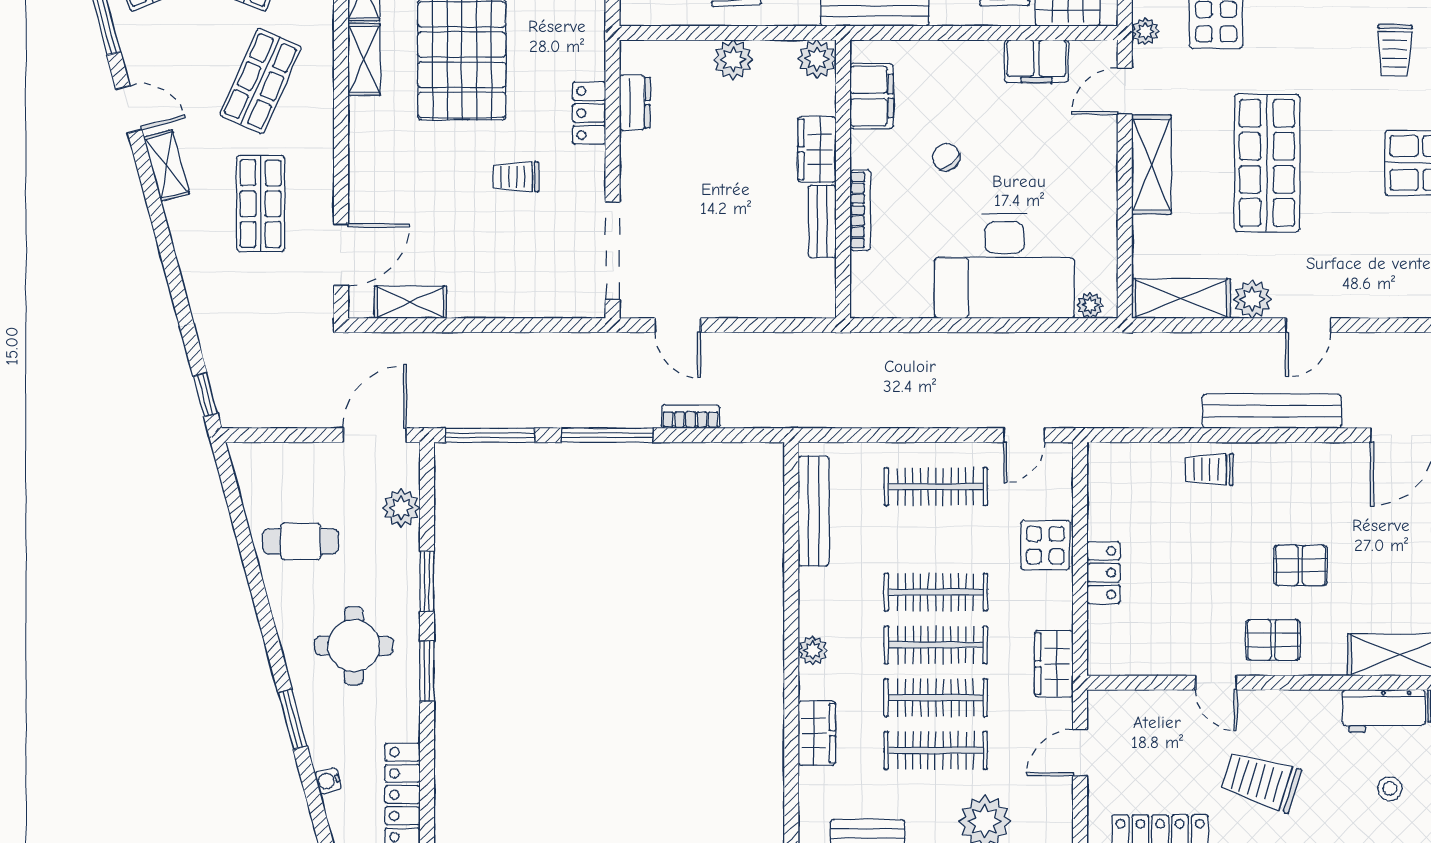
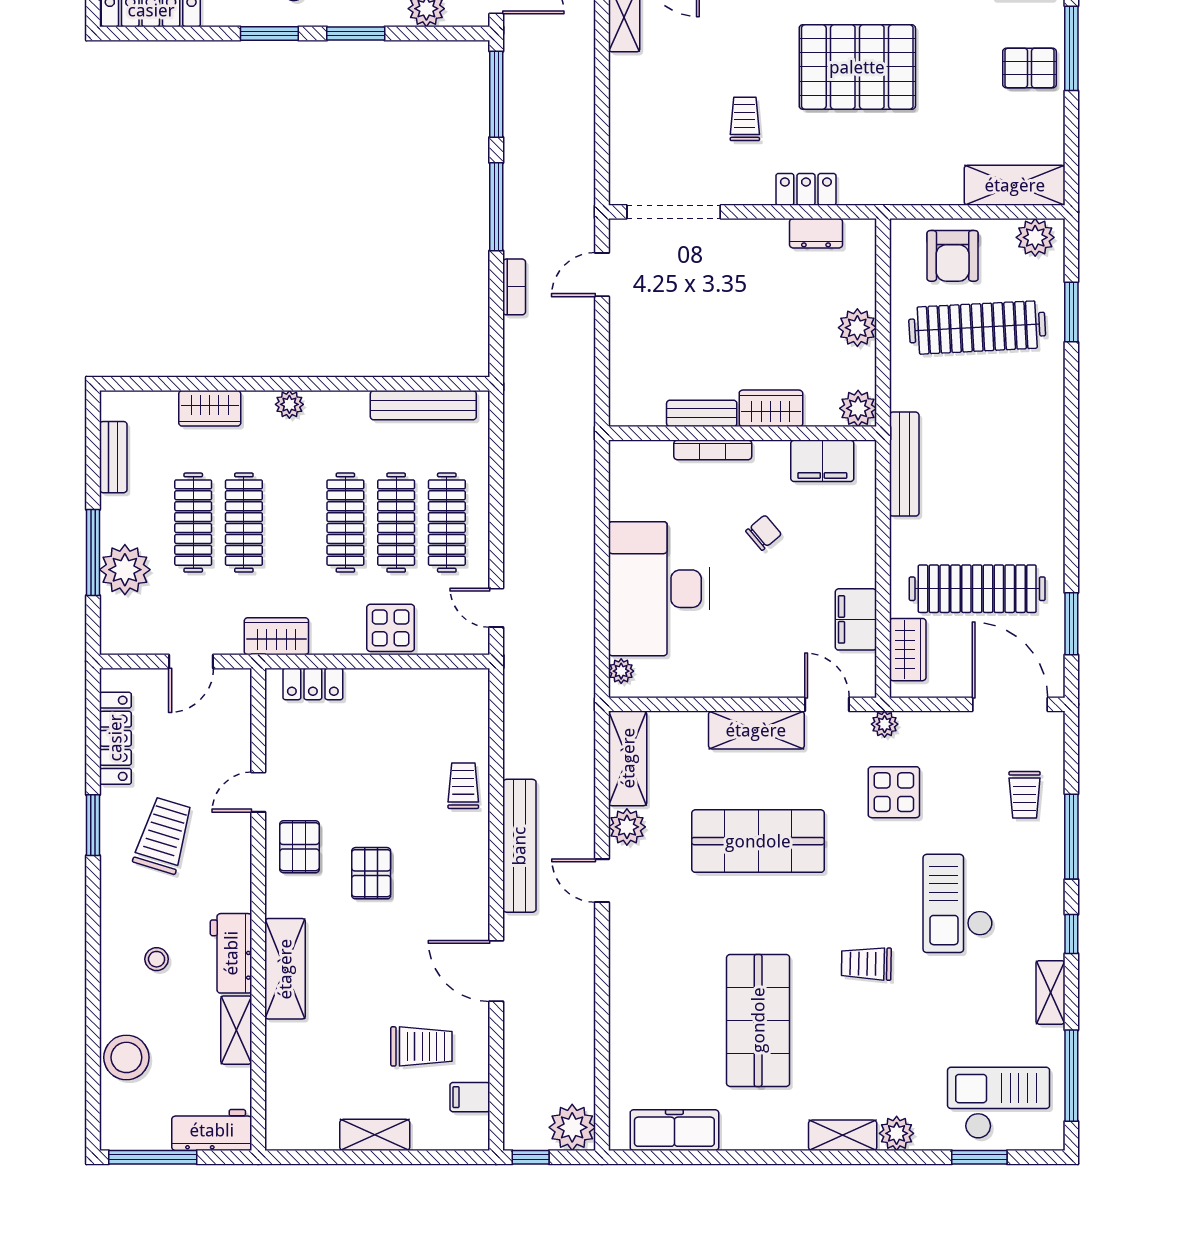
locker: (1104, 573) -> (313, 684), moved
clothes rail: (936, 645) -> (396, 523), moved
door: (1080, 753) -> (191, 661), swing flipped

